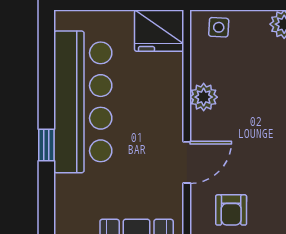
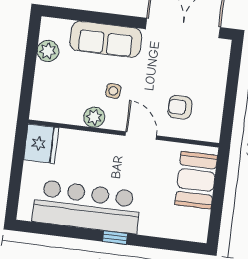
side table: (219, 27) -> (113, 91), moved
armchair: (231, 210) -> (180, 107), turned 180

